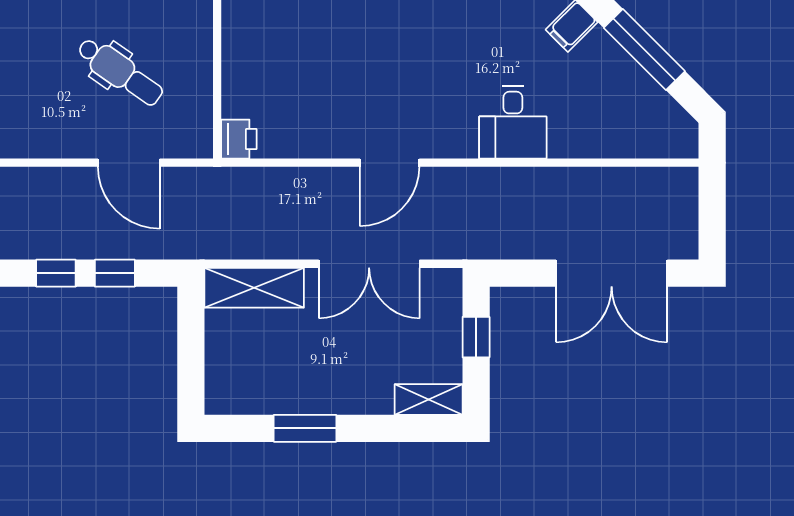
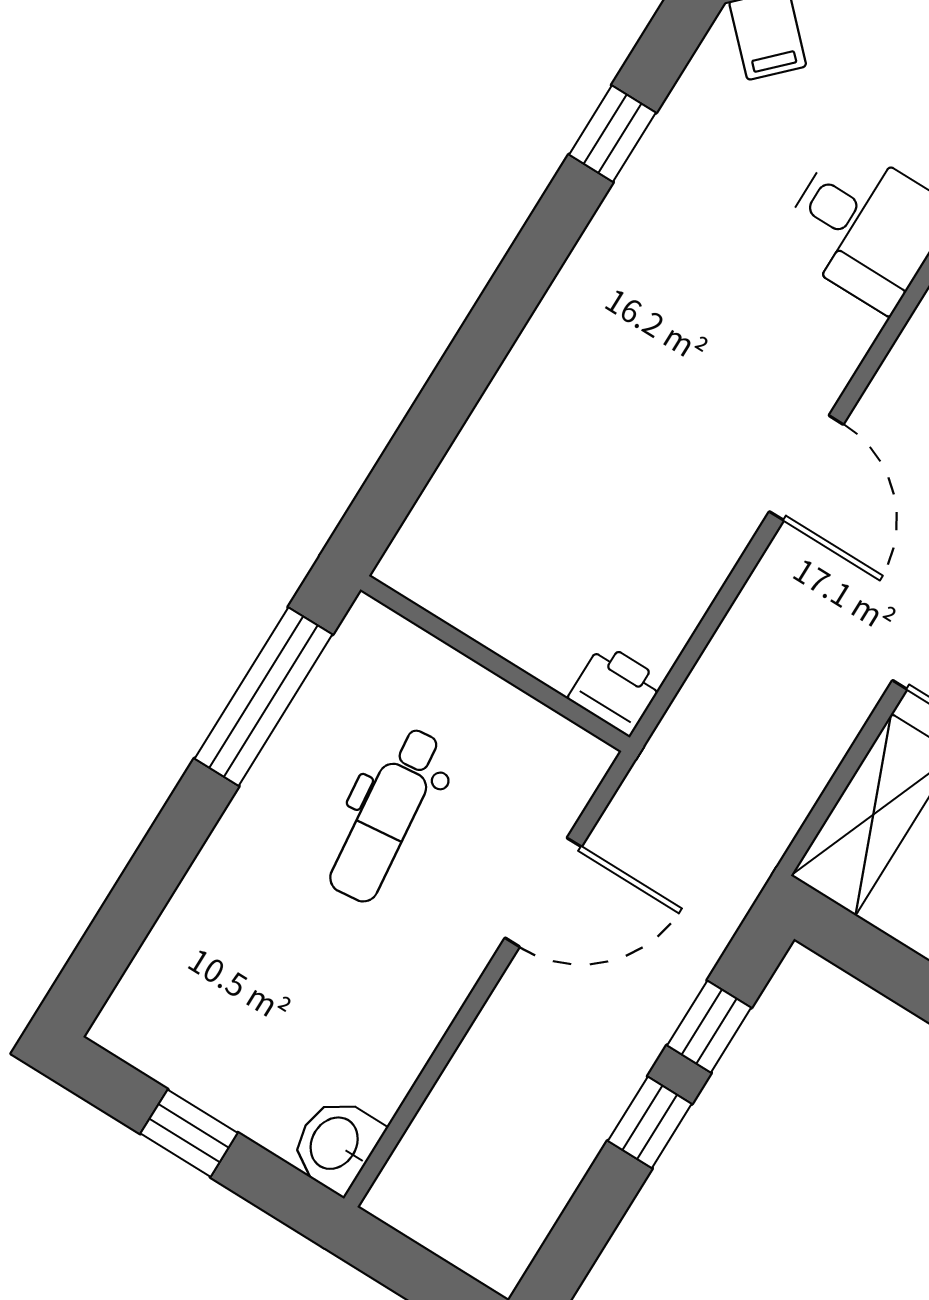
dental chair: (120, 72) -> (387, 815), turned 139

